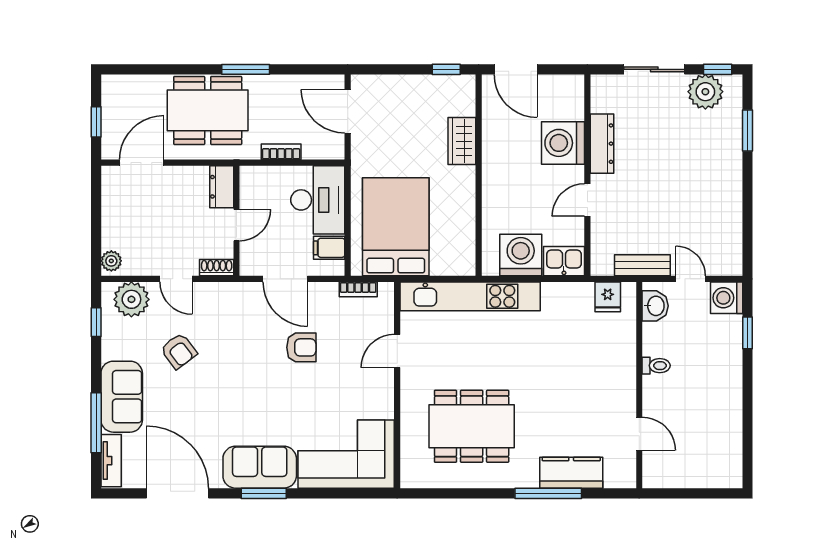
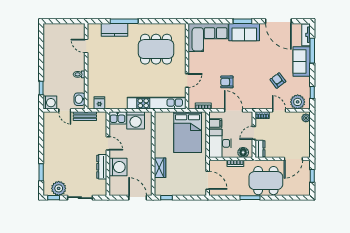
floor lamp: (262, 178) -> (243, 152), added
door: (587, 200) -> (108, 143), hinge flipped

